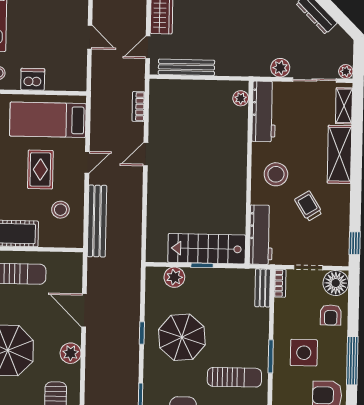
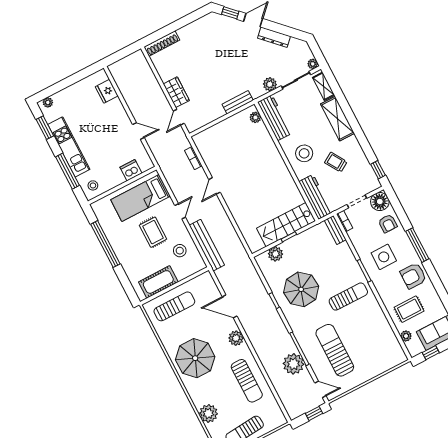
bench: (186, 67) -> (238, 102), moved, width x0.73
dishwasher: (33, 79) -> (131, 170), moved

